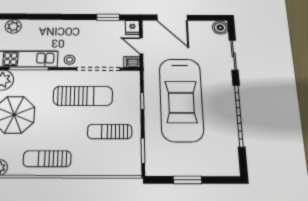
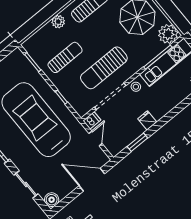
fridge: (132, 27) -> (147, 120), moved
door: (141, 46) -> (95, 139), hinge flipped
plant: (88, 168) -> (58, 22), added

